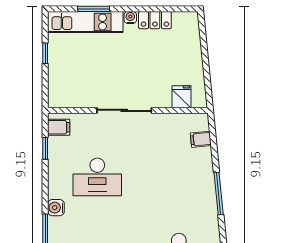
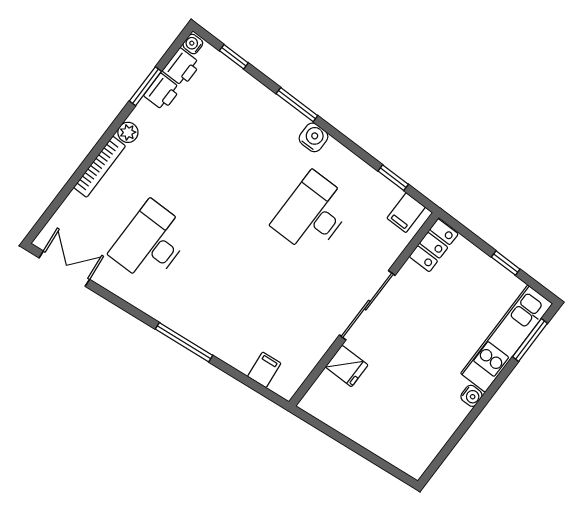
window: (94, 9) -> (530, 340), moved
locker: (155, 20) -> (434, 245), moved, turned 180
fridge: (182, 97) -> (347, 366), moved

